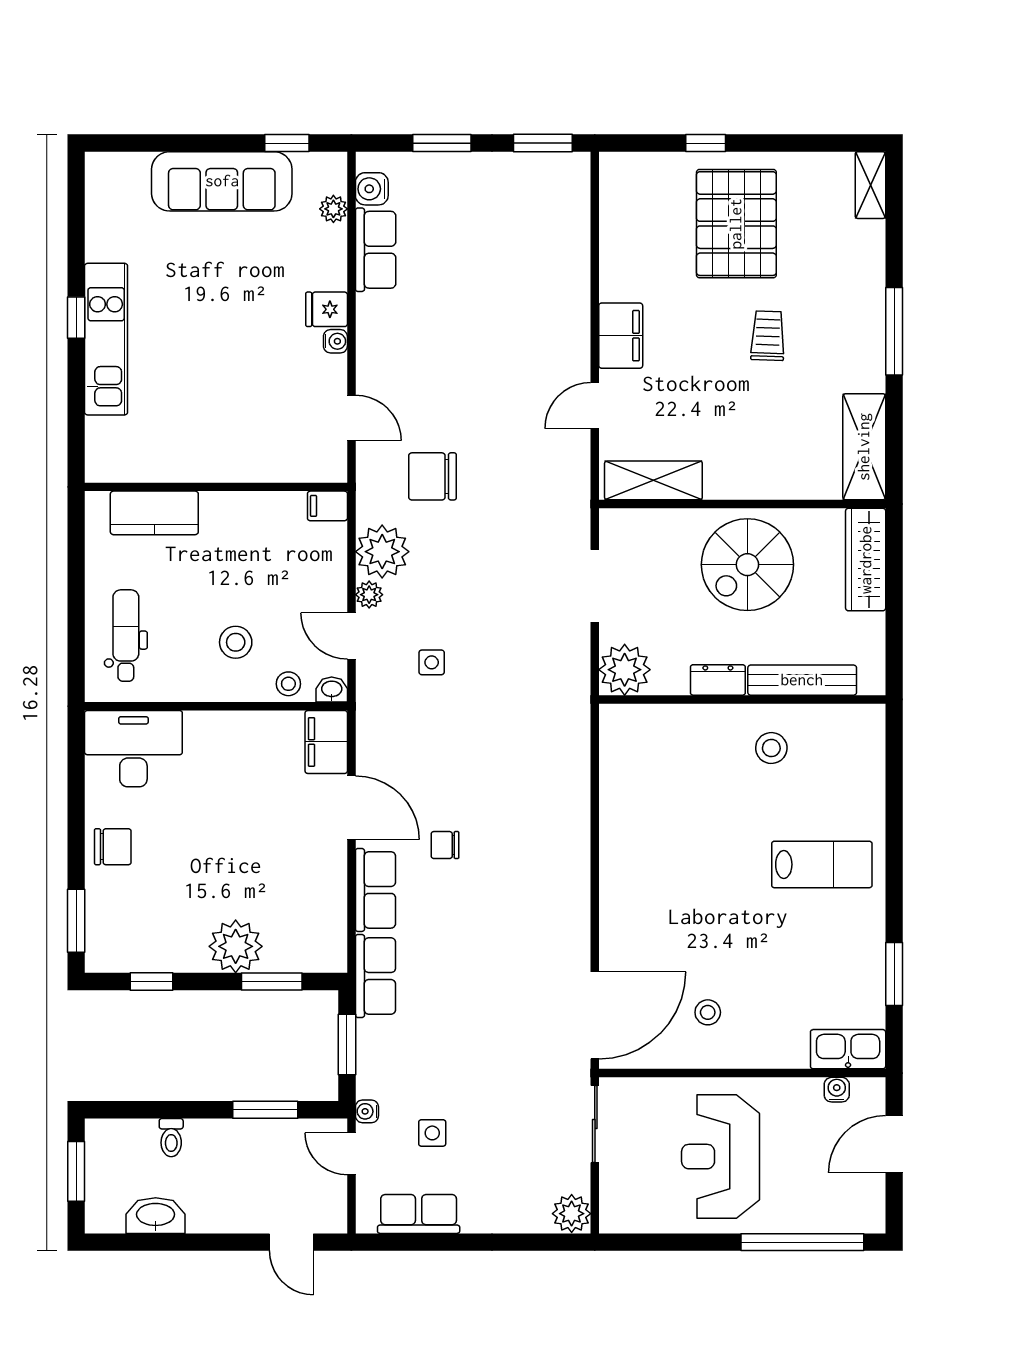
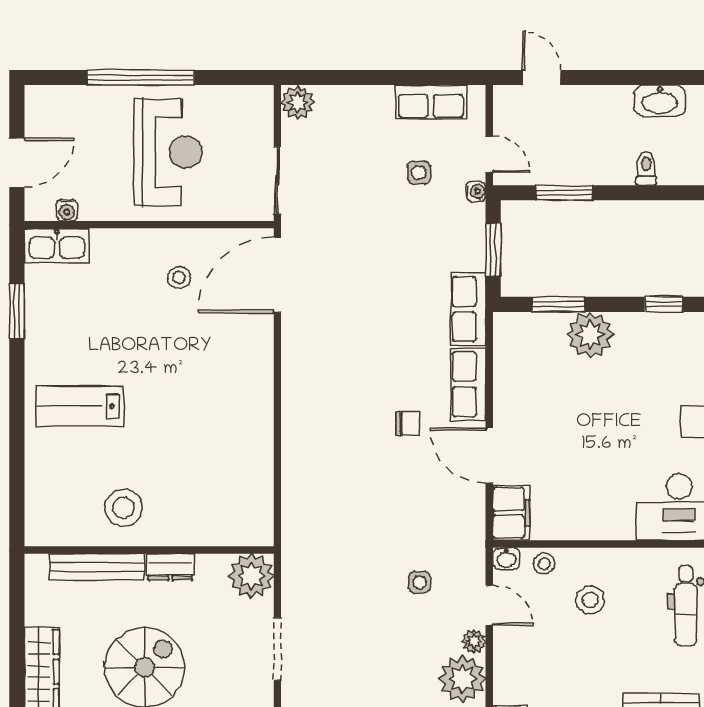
stool: (771, 748) -> (124, 508), width x1.38, depth x1.38
window: (802, 1242) -> (141, 78), moved

